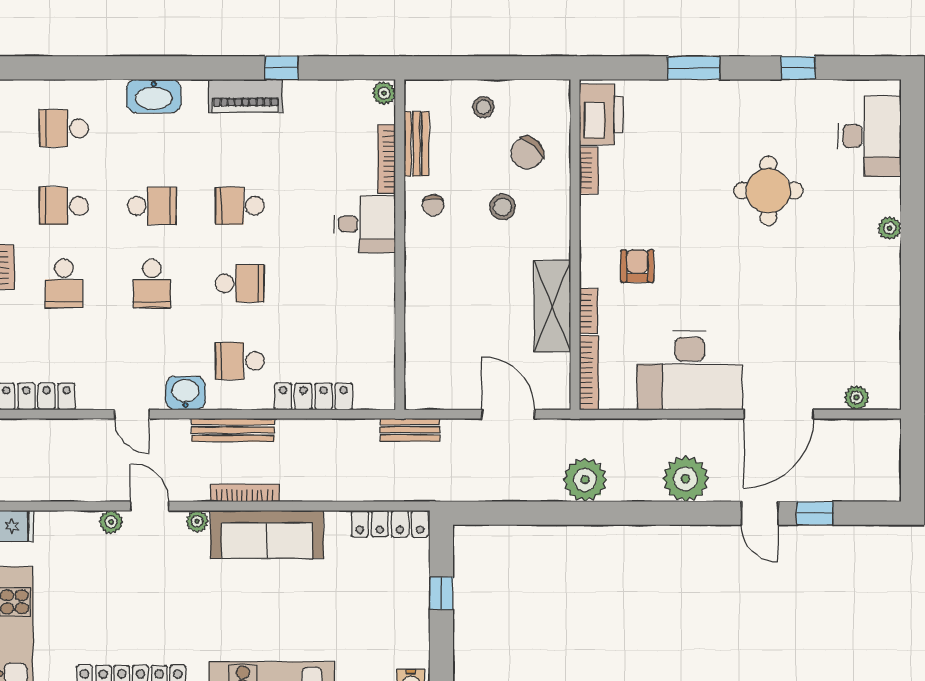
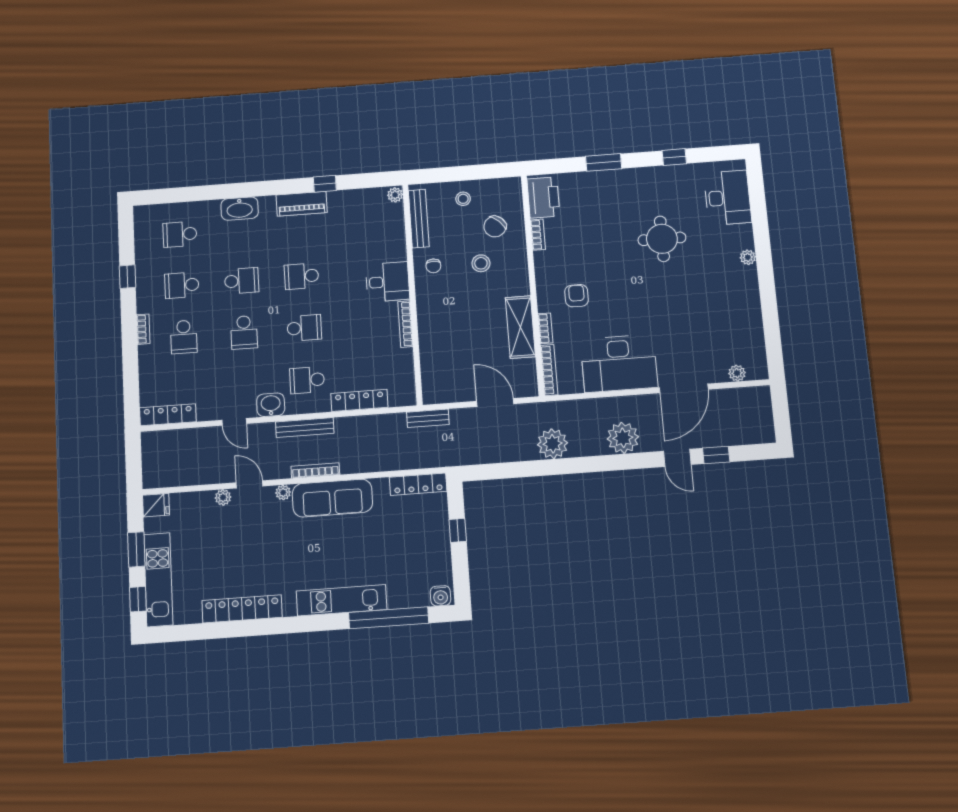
bench: (416, 144) -> (419, 219), width x1.36
bookcase: (387, 159) -> (405, 324), moved

